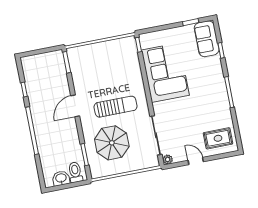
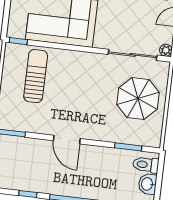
sun lounger: (116, 107) -> (36, 76), moved
parasol: (112, 143) -> (138, 98), moved

